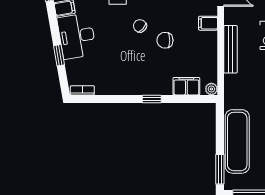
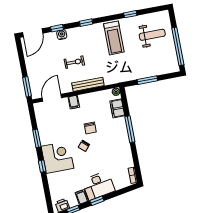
window: (59, 55) -> (97, 201), moved
window: (152, 99) -> (130, 129), width x2.17
exercise mat: (237, 141) -> (147, 69), removed
window: (220, 169) -> (147, 80), moved

